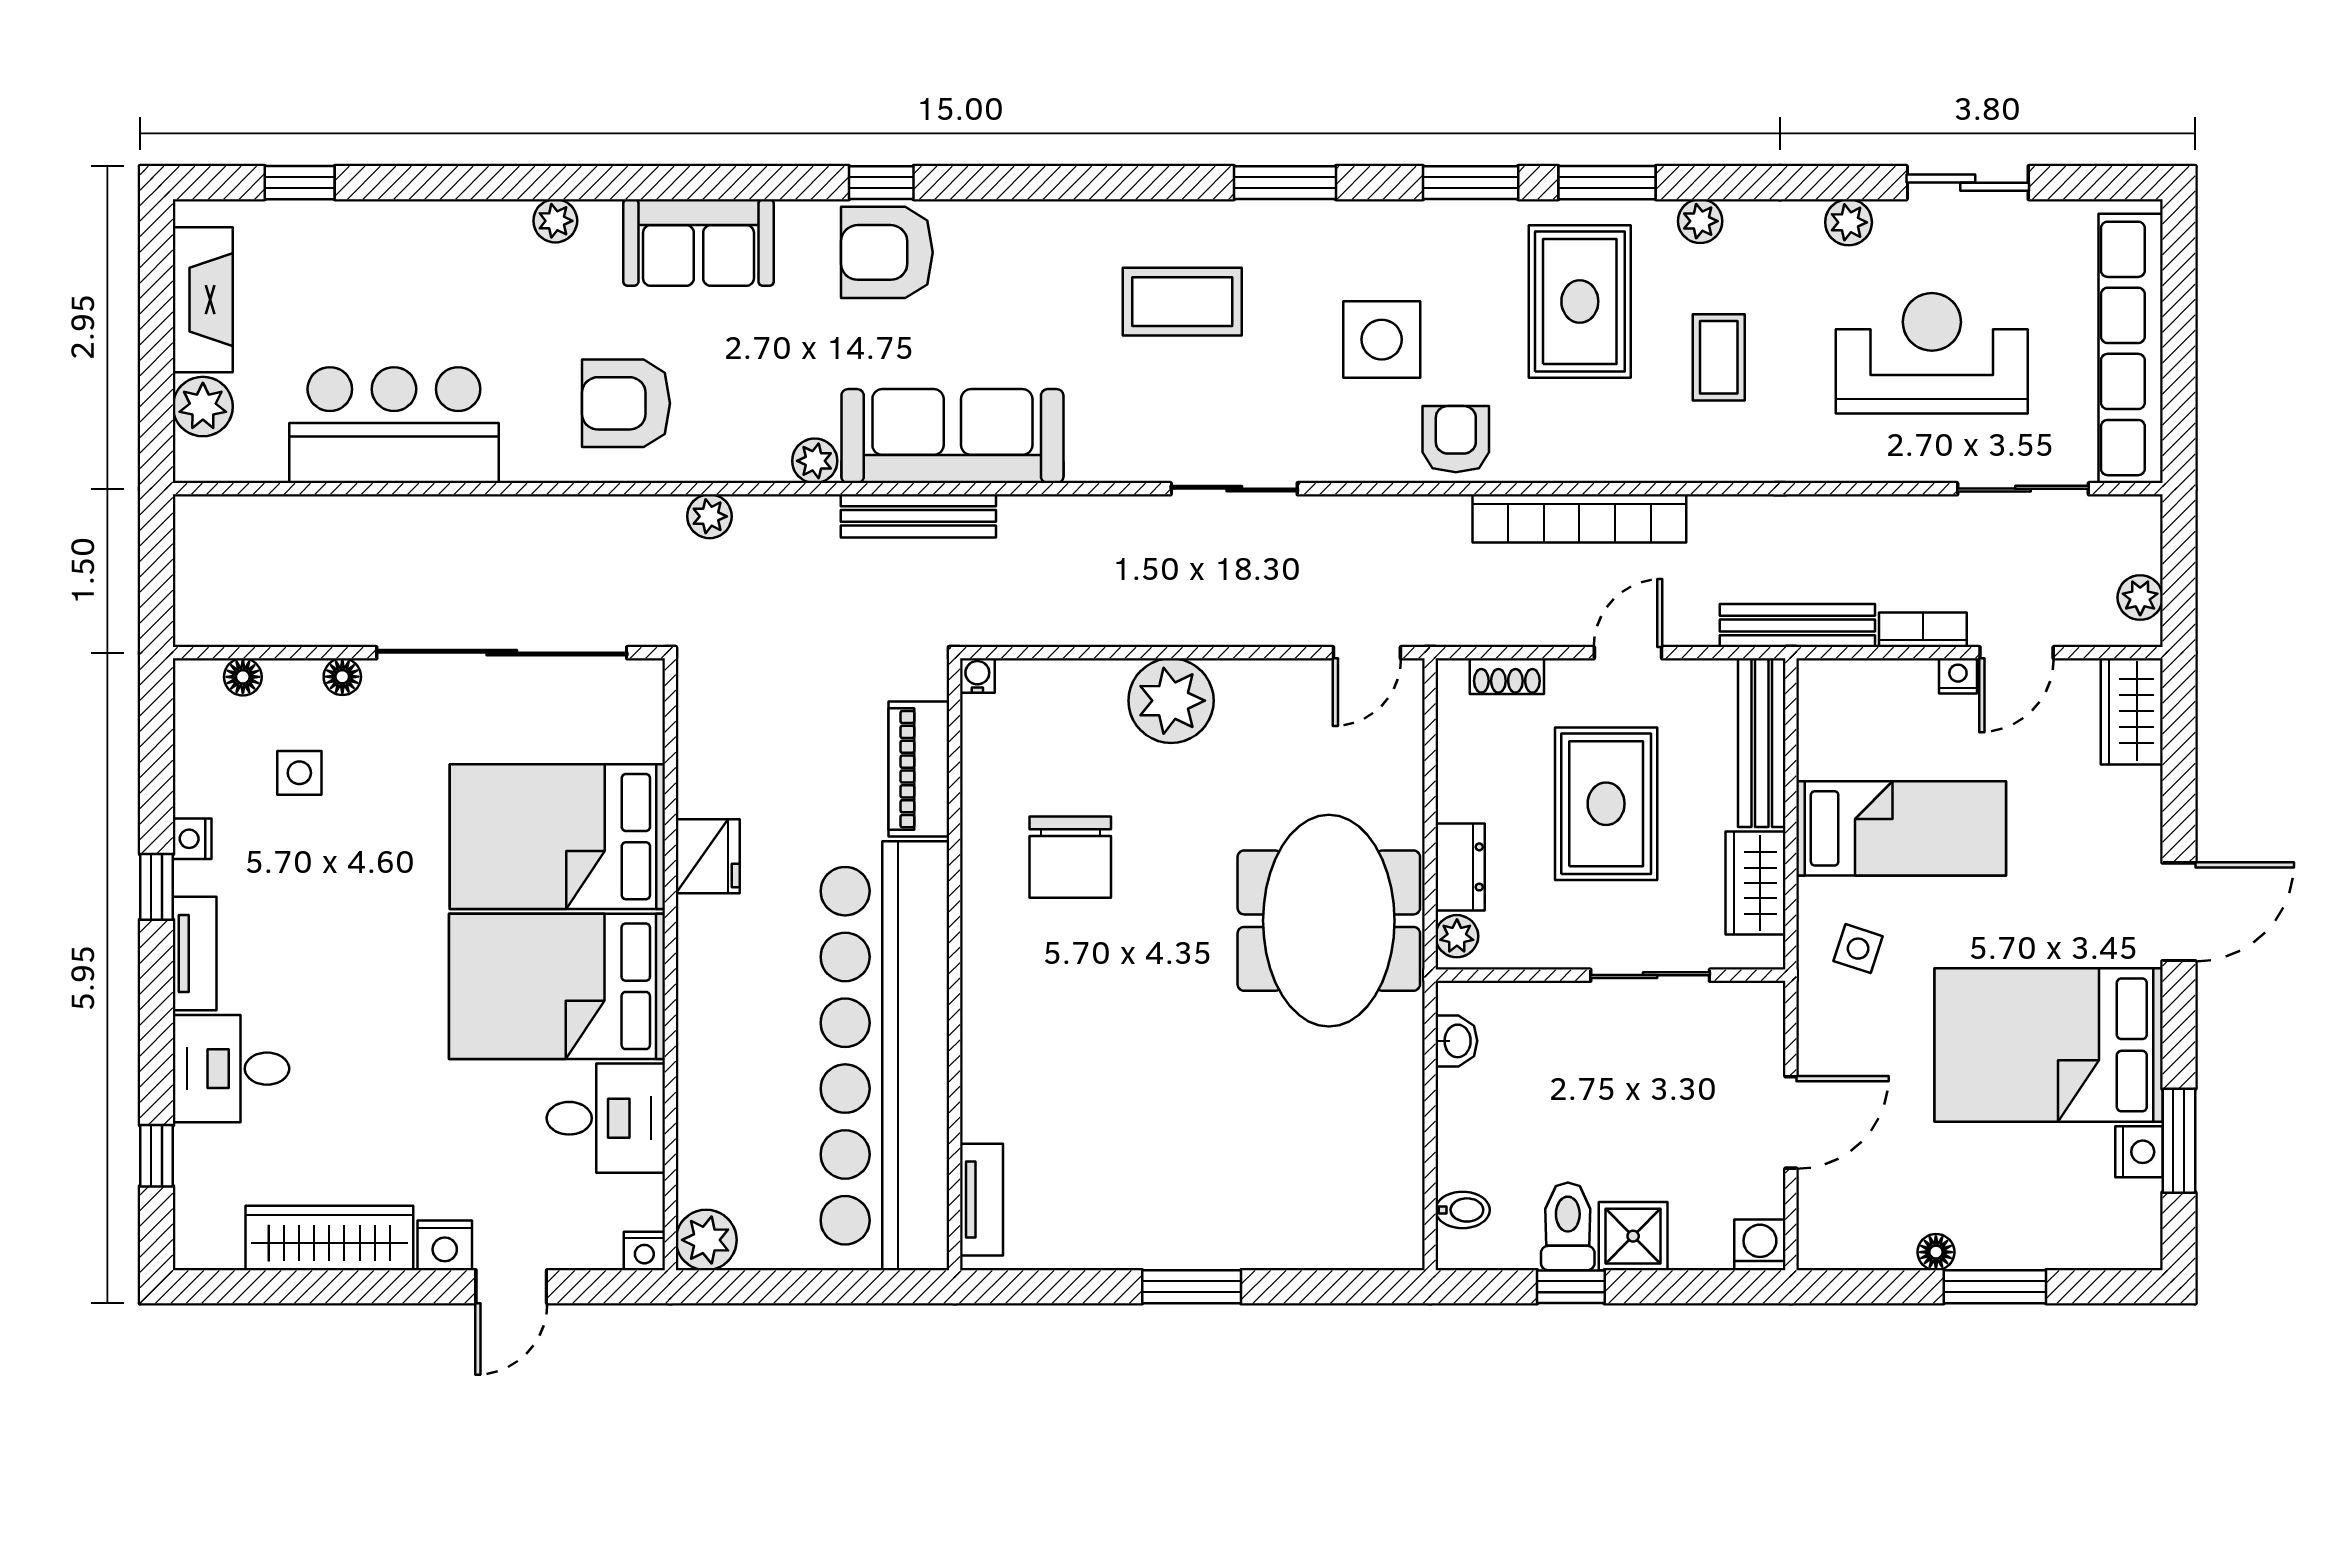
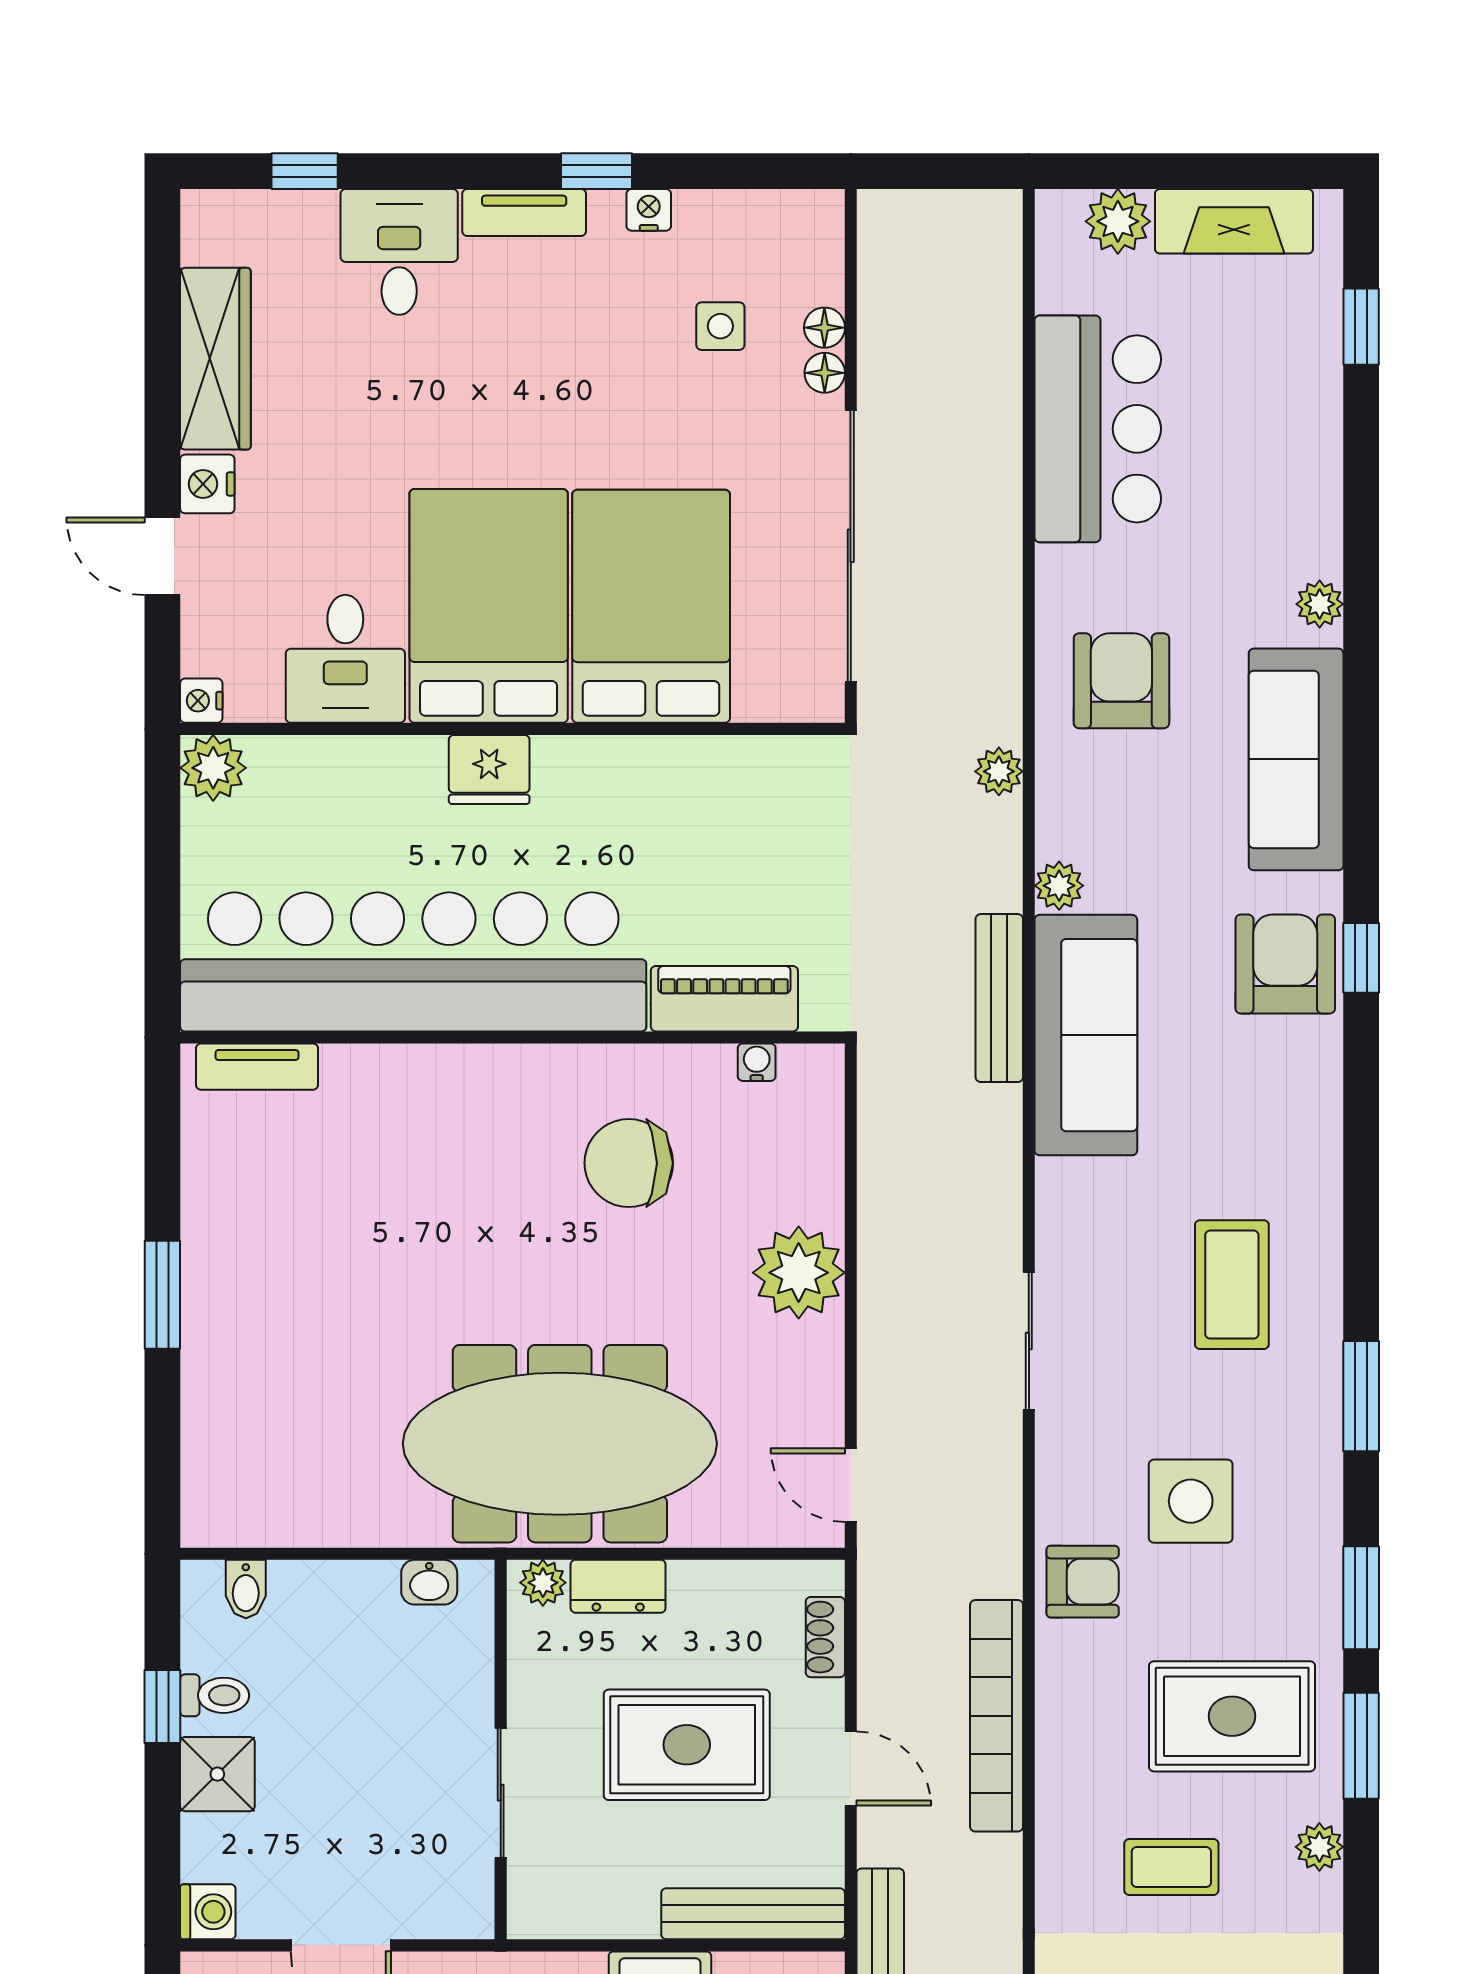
sofa: (698, 242) -> (1296, 759), width x1.36
water cooler: (977, 675) -> (757, 1062), moved, turned -90
floor lamp: (243, 677) -> (824, 328), moved
fridge: (708, 856) -> (489, 769), moved
wardrobe: (1755, 883) -> (601, 1907), removed
meeting table: (1329, 921) -> (560, 1444), width x1.36
toilet: (1568, 1226) -> (215, 1695), width x0.73, depth x0.72

